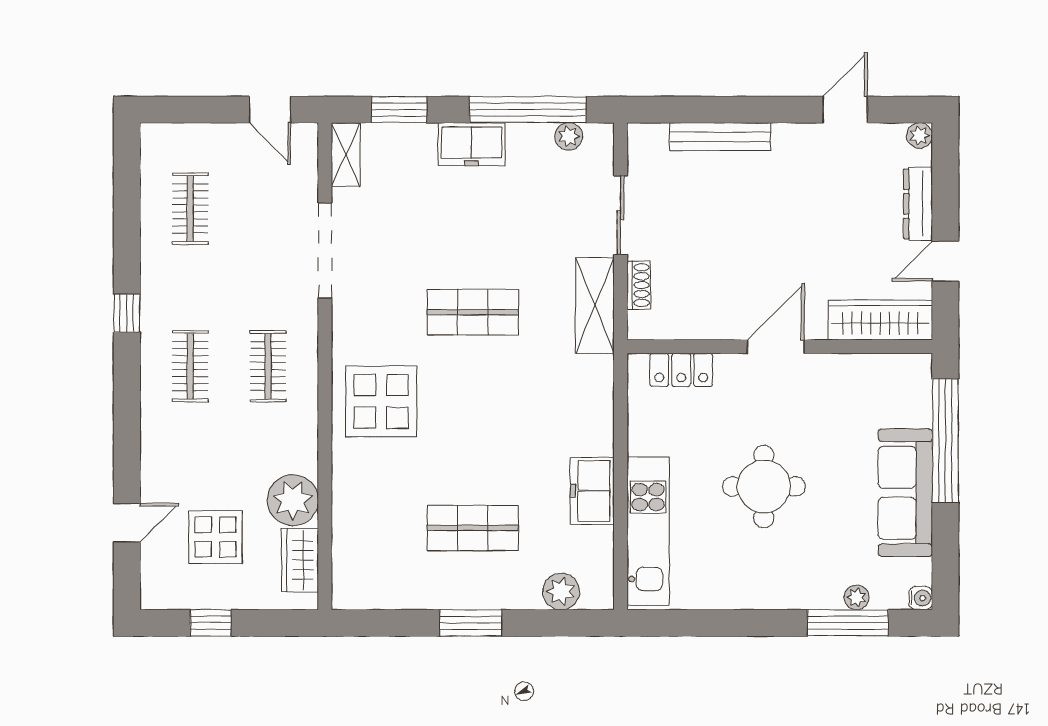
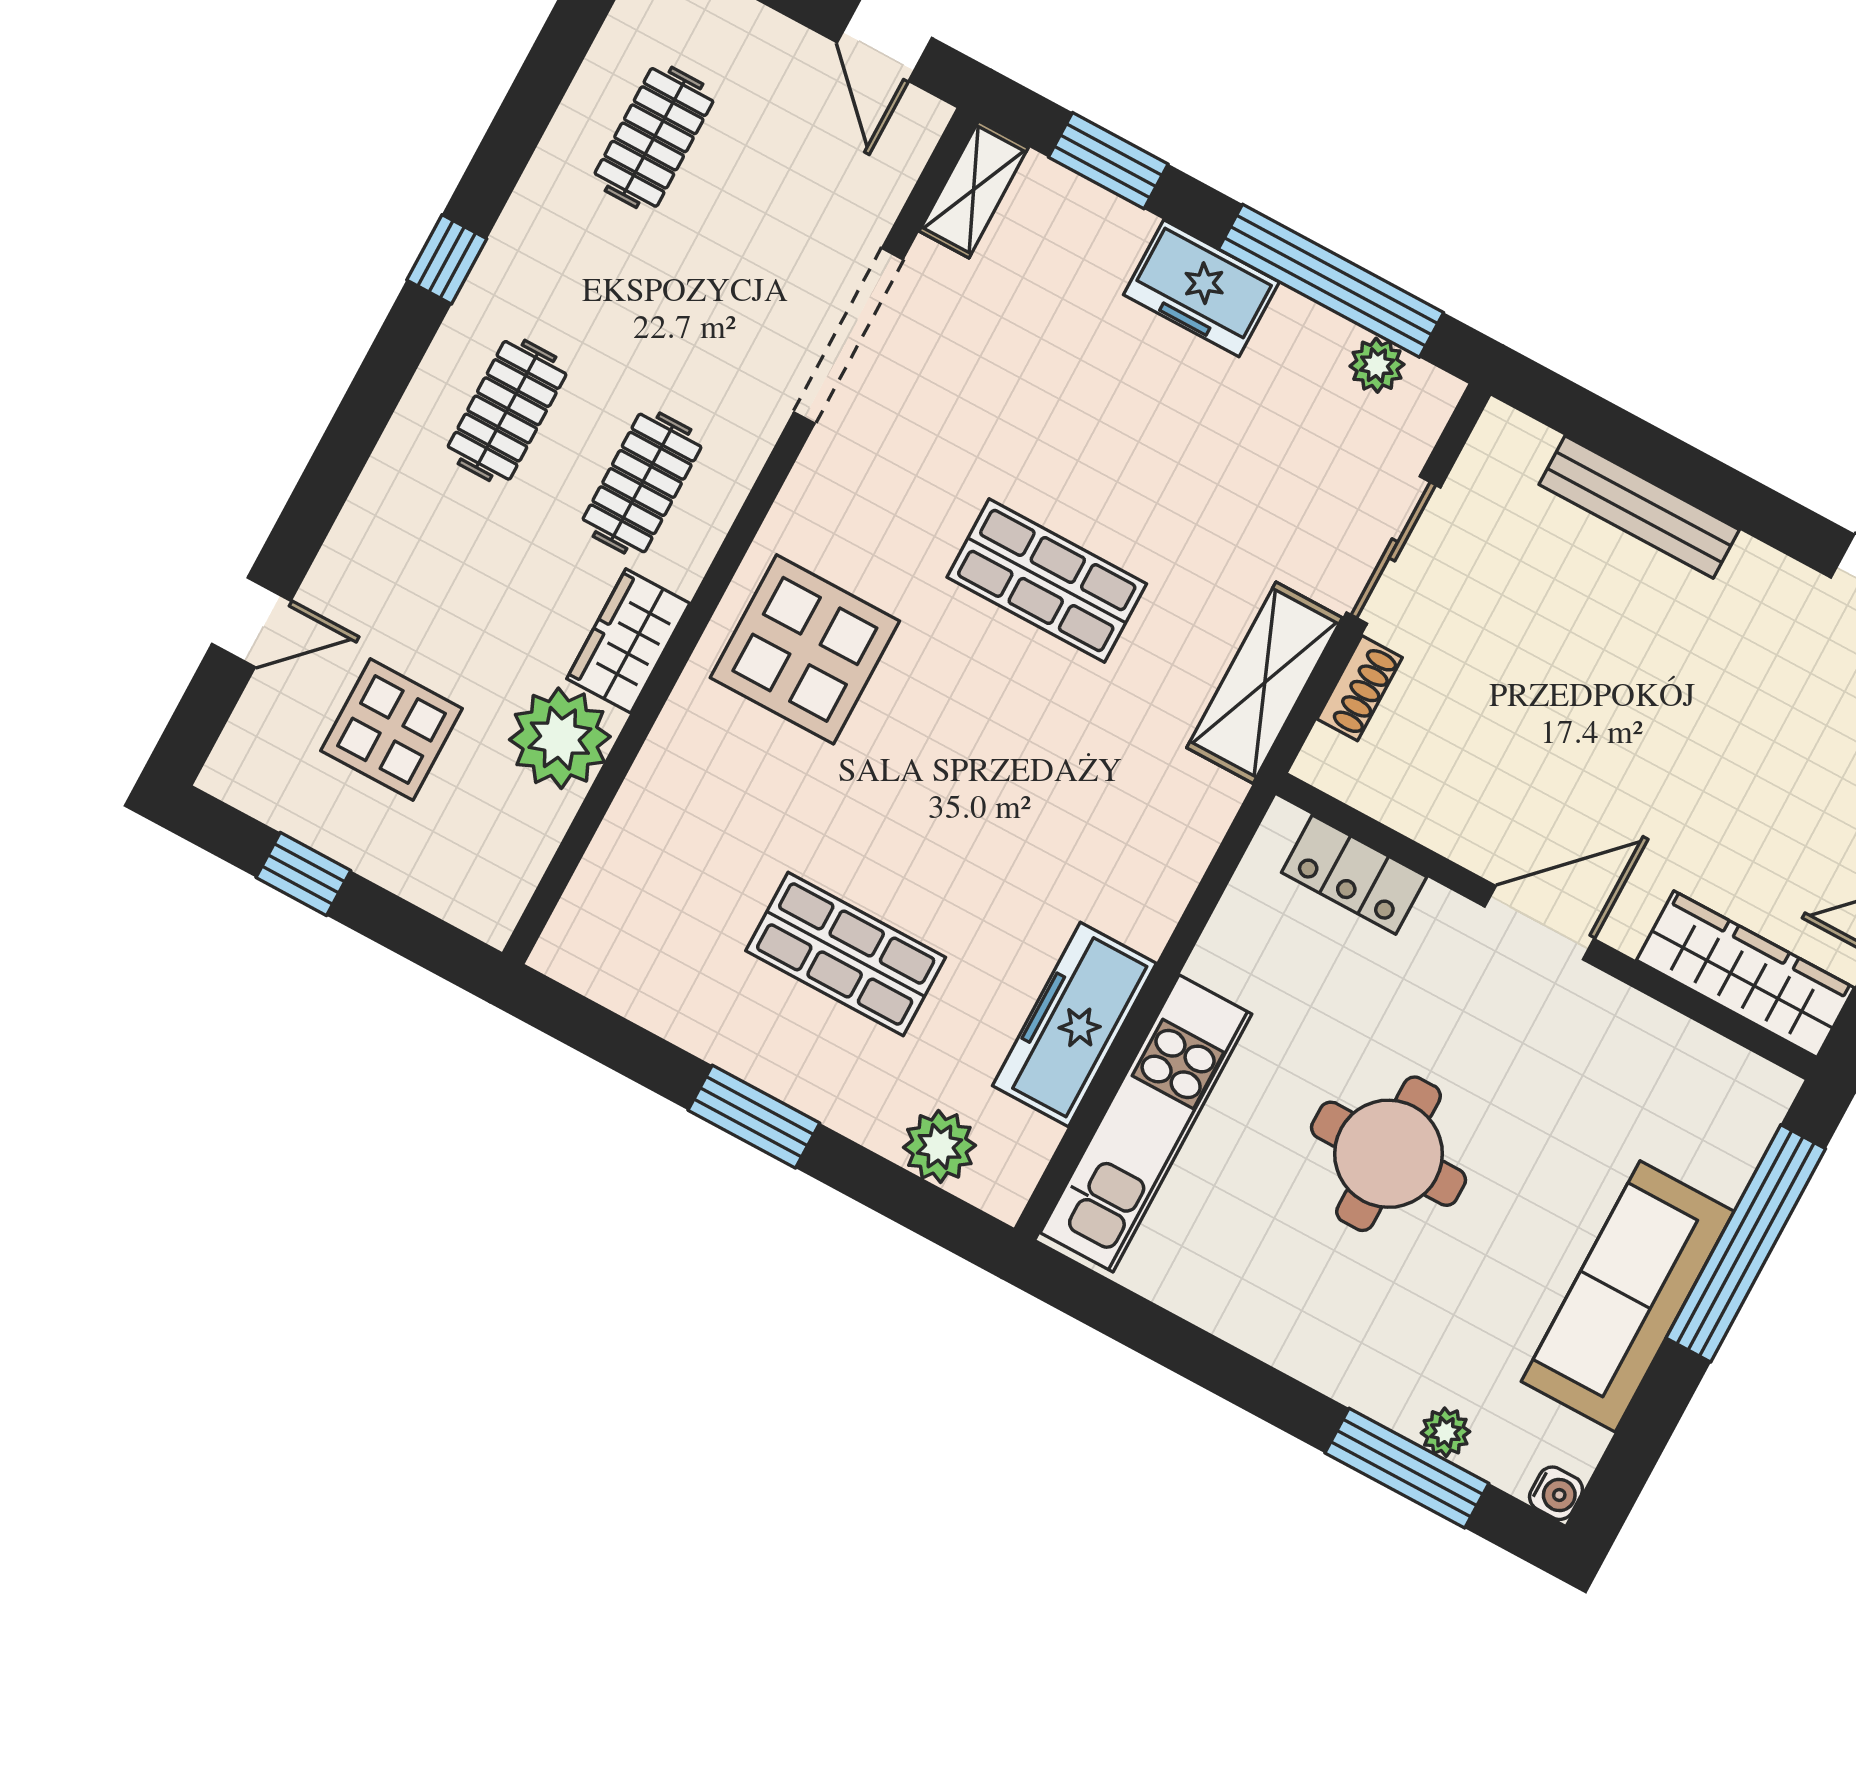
freezer: (592, 491) -> (1074, 1024), width x1.40
wardrobe: (300, 560) -> (628, 641), moved

